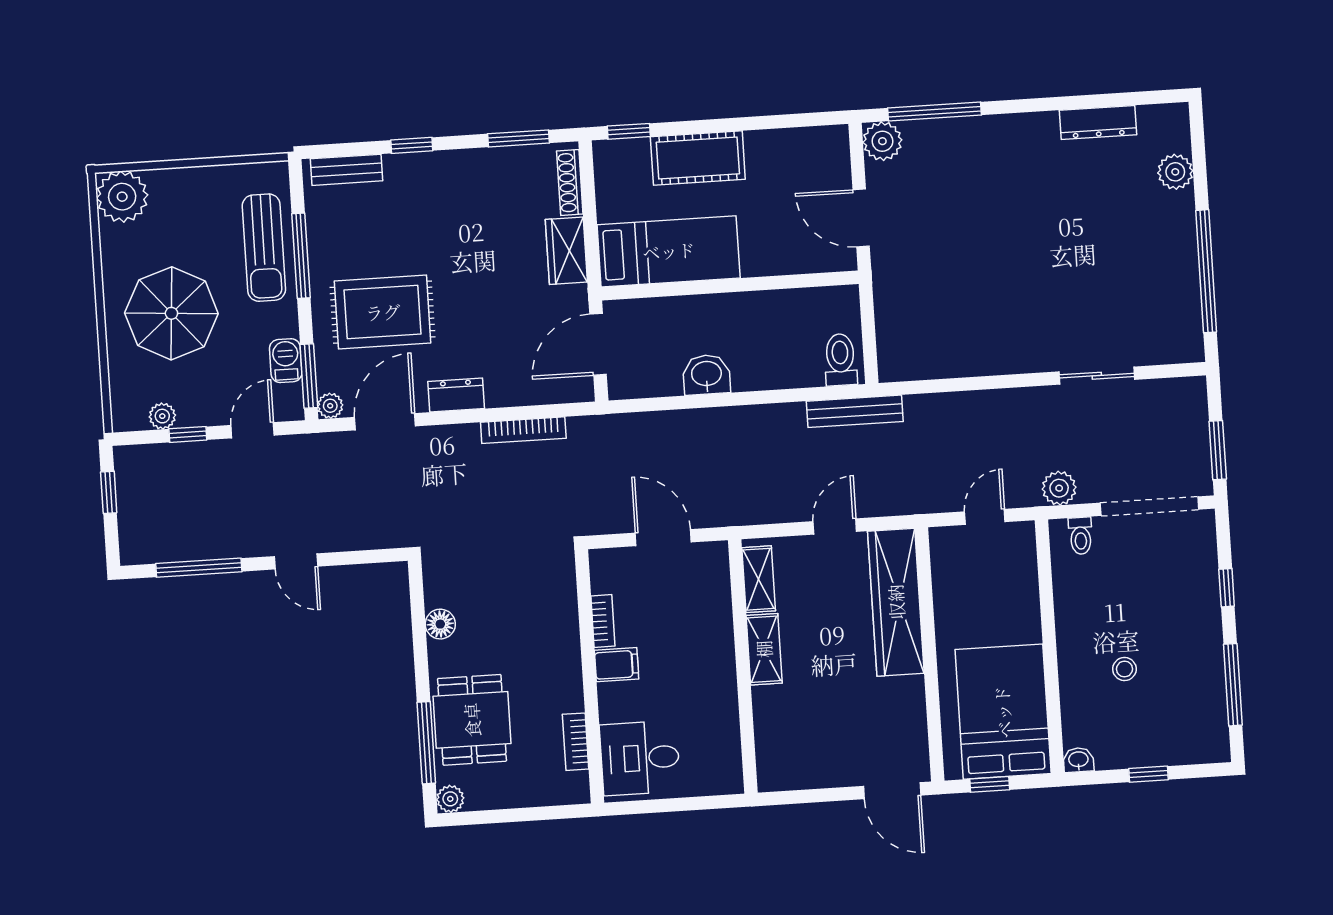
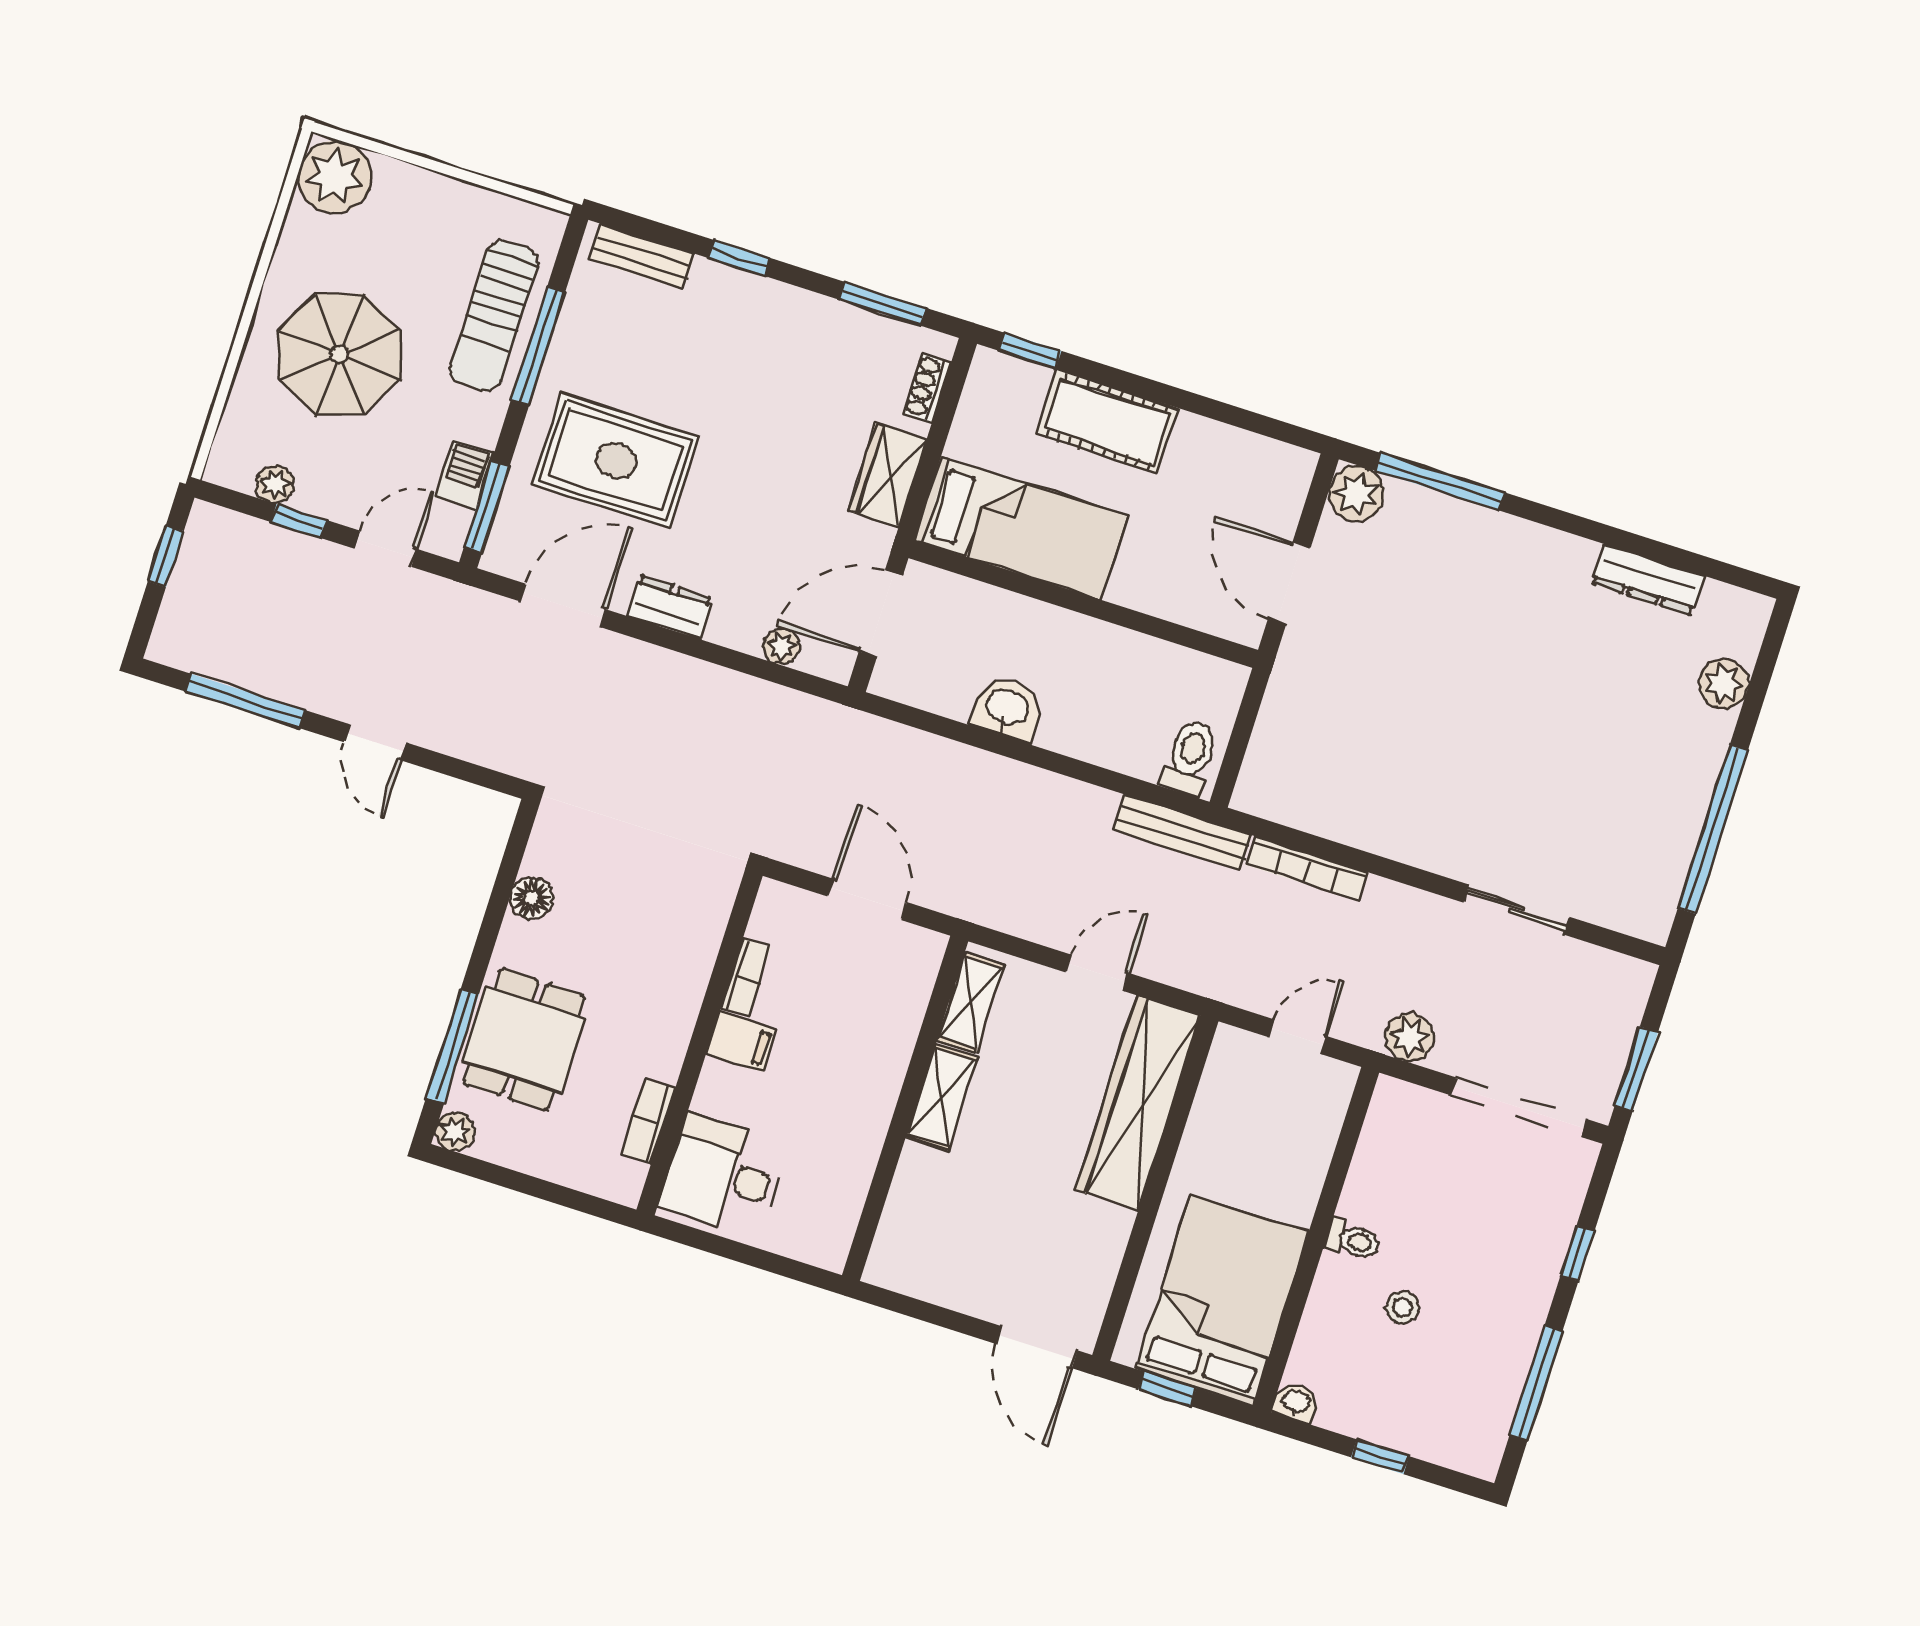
shoe rack: (570, 183) -> (927, 388), width x0.70
plant: (330, 406) -> (781, 646), moved
bookcase: (523, 430) -> (1307, 868), moved
toilet: (1081, 536) -> (1353, 1240), moved, turned -90

